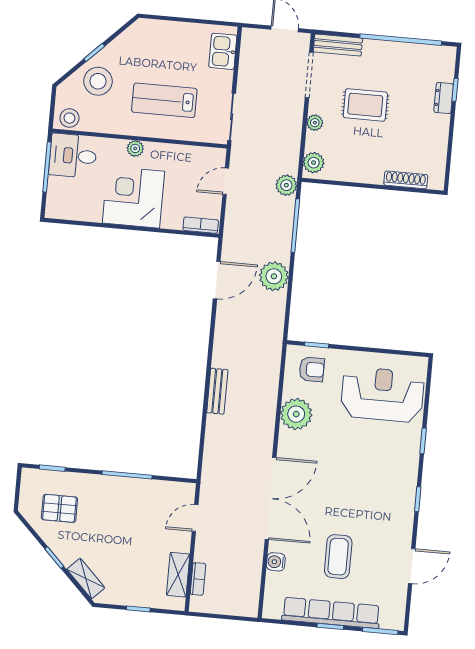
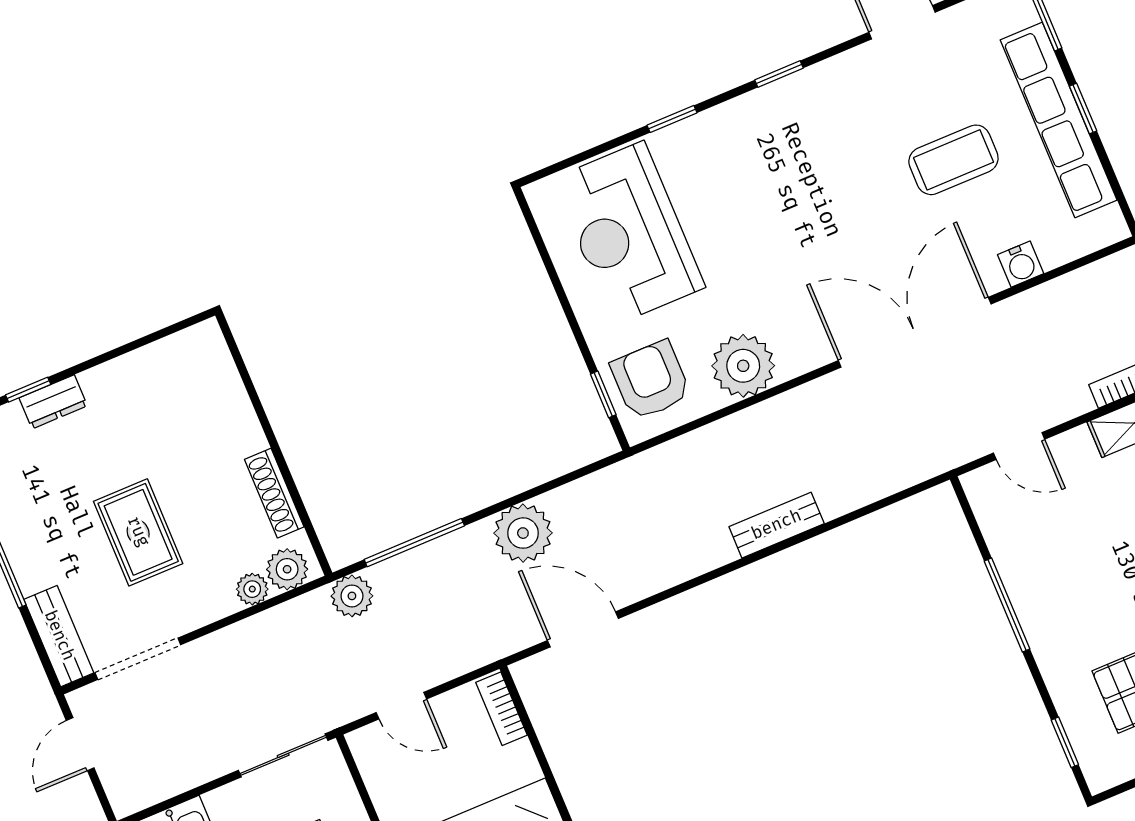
plant: (315, 123) -> (252, 589), moved
shoe rack: (406, 180) -> (274, 493), moved
armchair: (312, 369) -> (651, 380), width x1.38, depth x1.38

